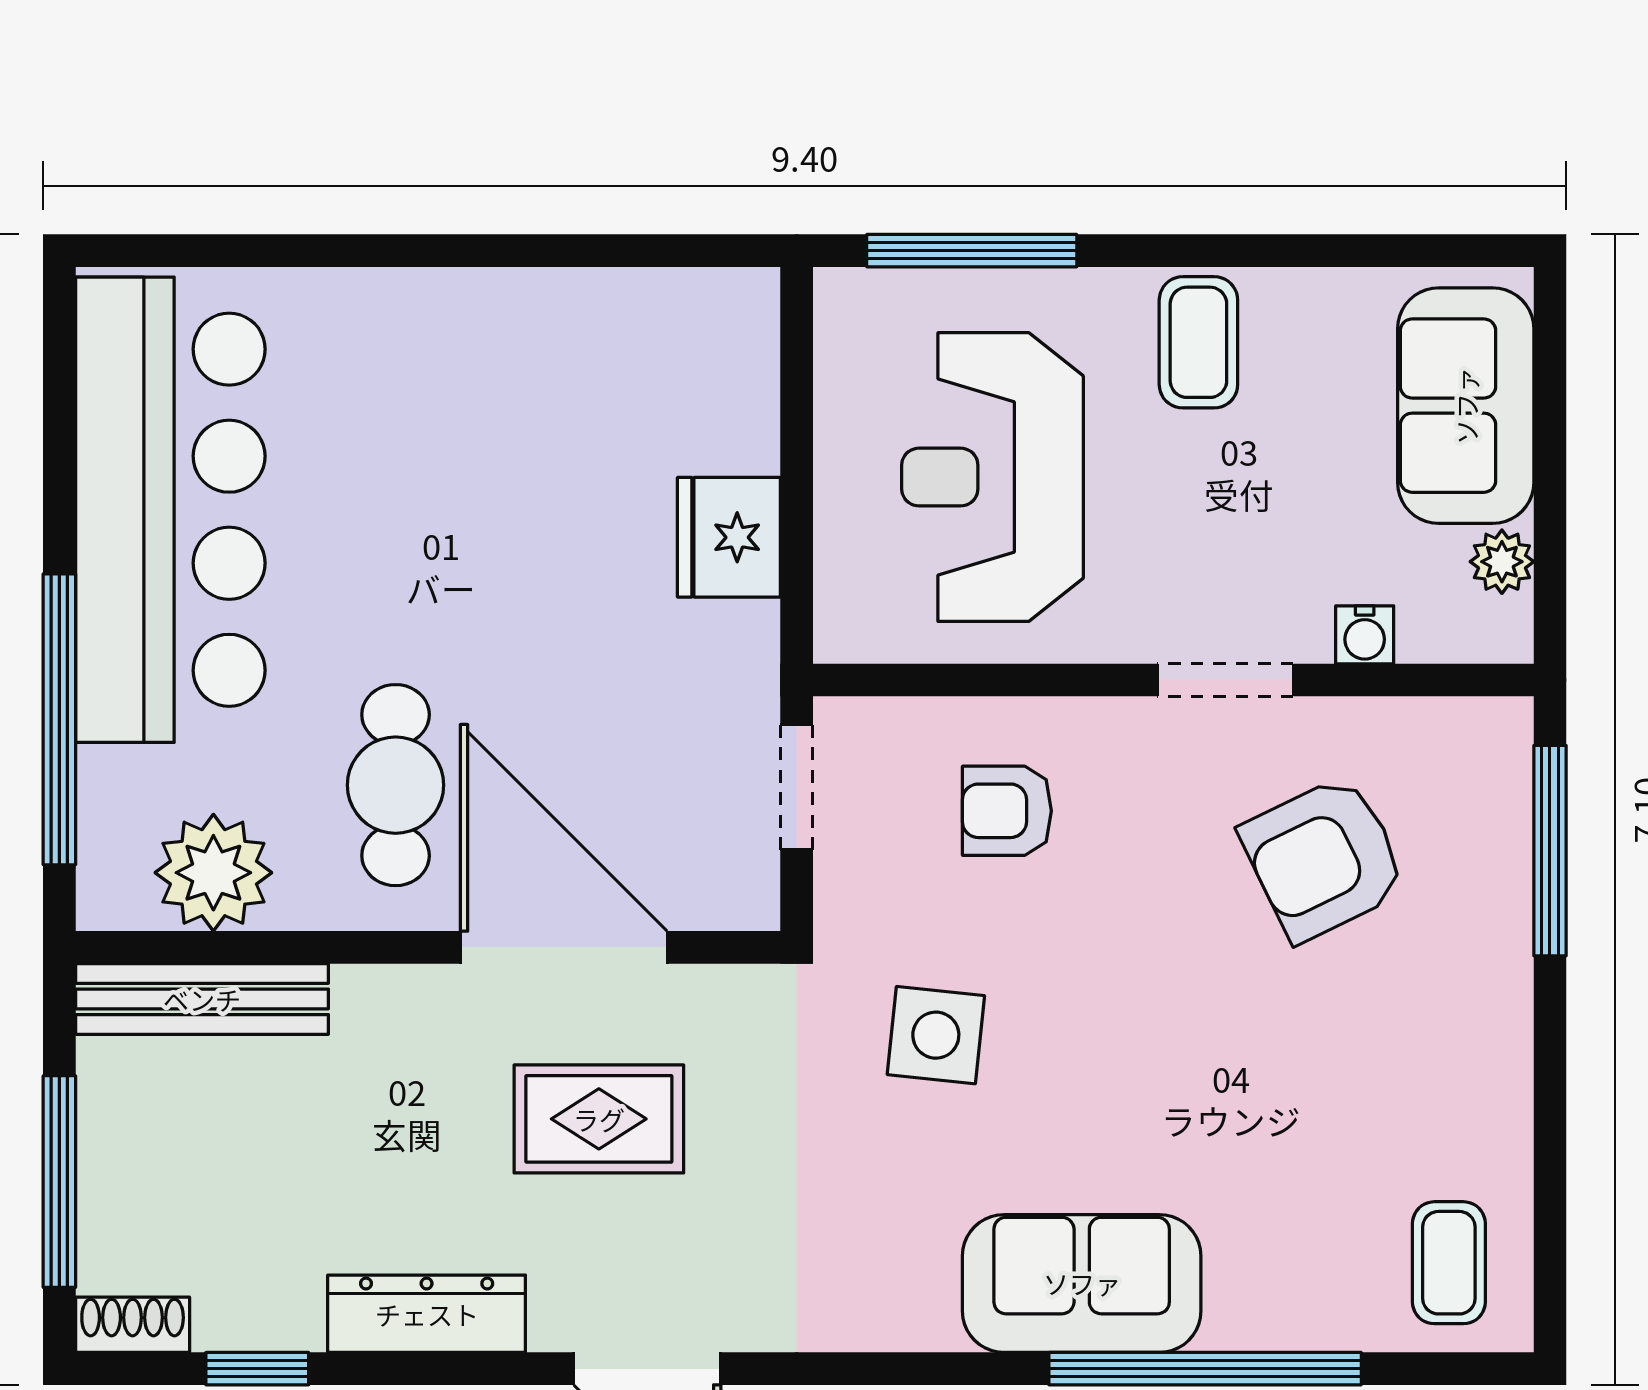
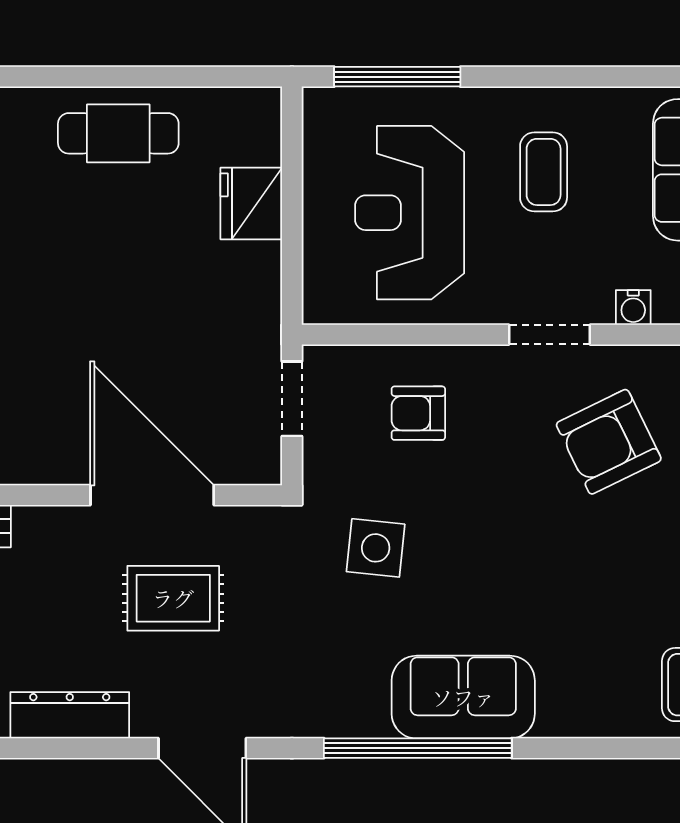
coffee table: (1198, 342) -> (544, 172), moved
fridge: (729, 537) -> (251, 203), moved
cafe table: (396, 785) -> (118, 133), moved, turned 90
window: (1205, 1369) -> (418, 748), moved

